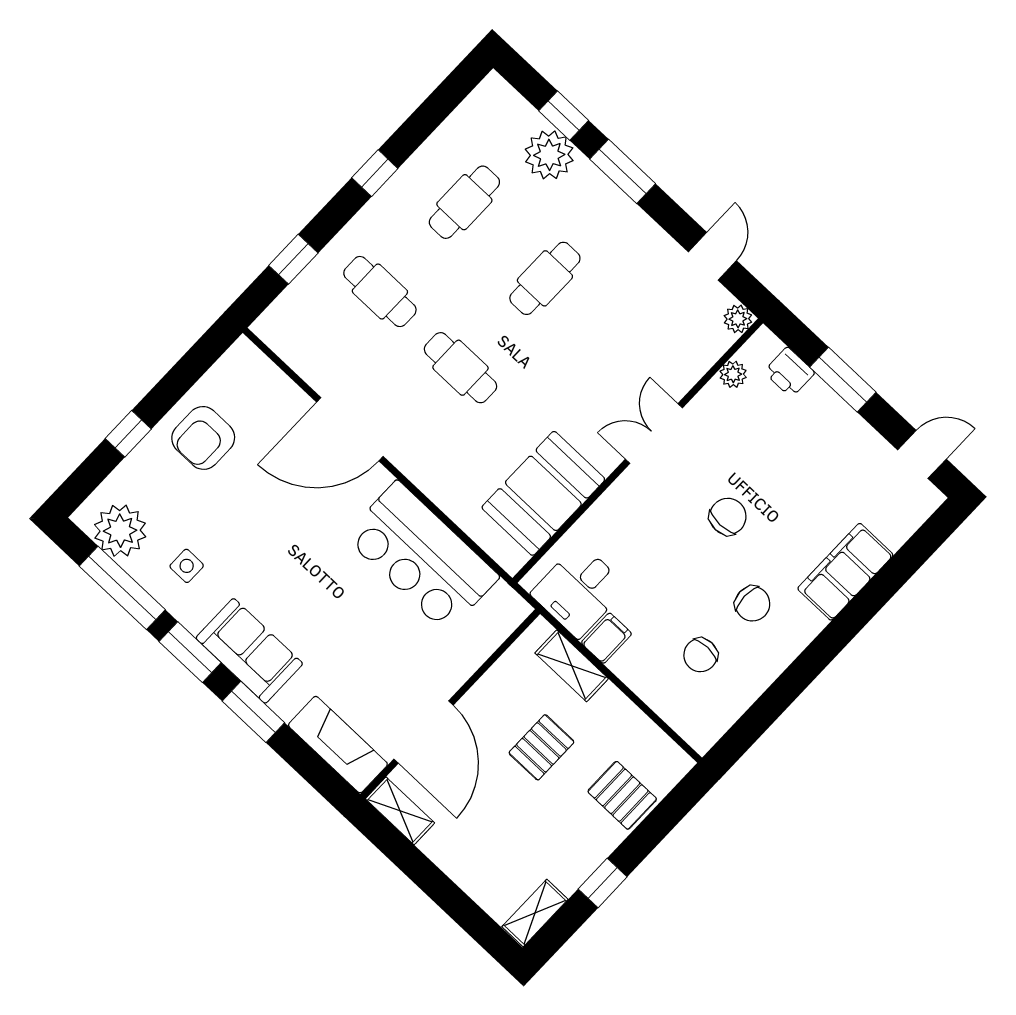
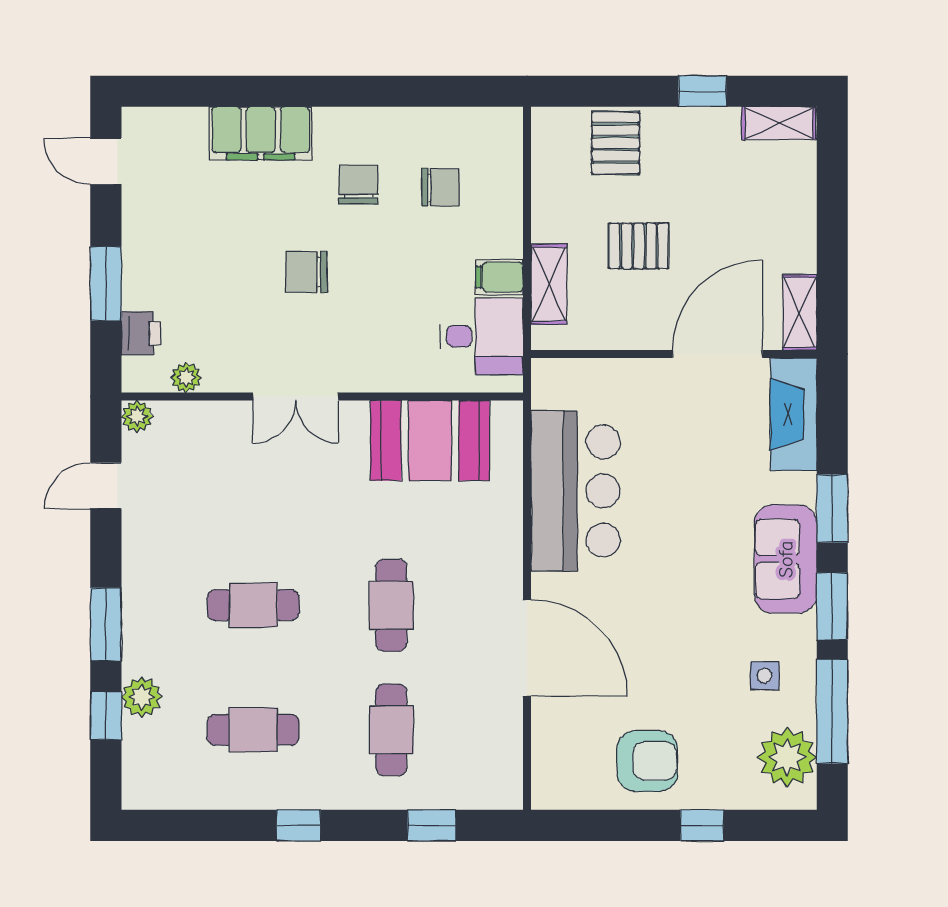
plant: (549, 155) -> (142, 697), width x0.73, depth x0.73

